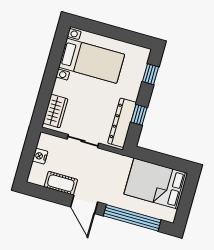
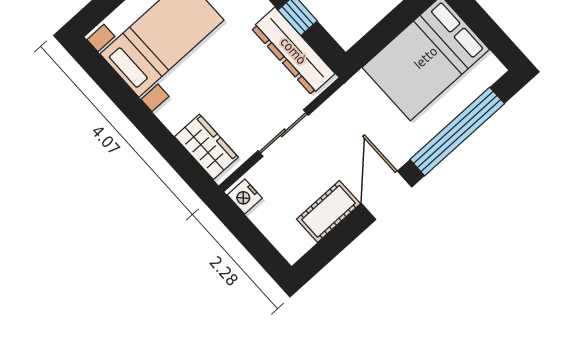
nightstand: (40, 156) -> (245, 197), moved
door: (84, 204) -> (387, 195), swing flipped

